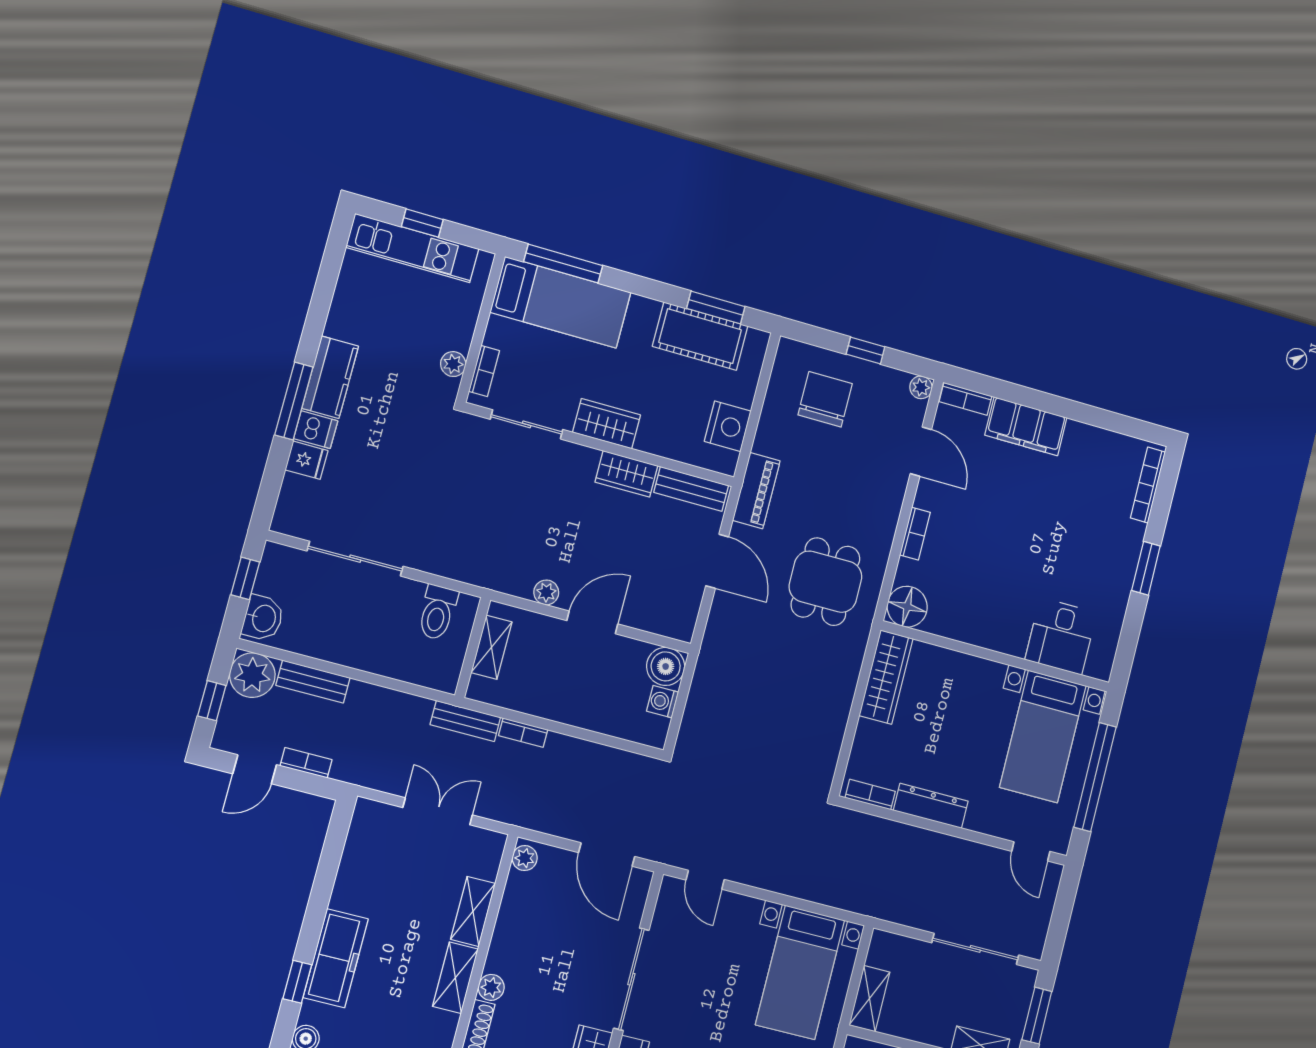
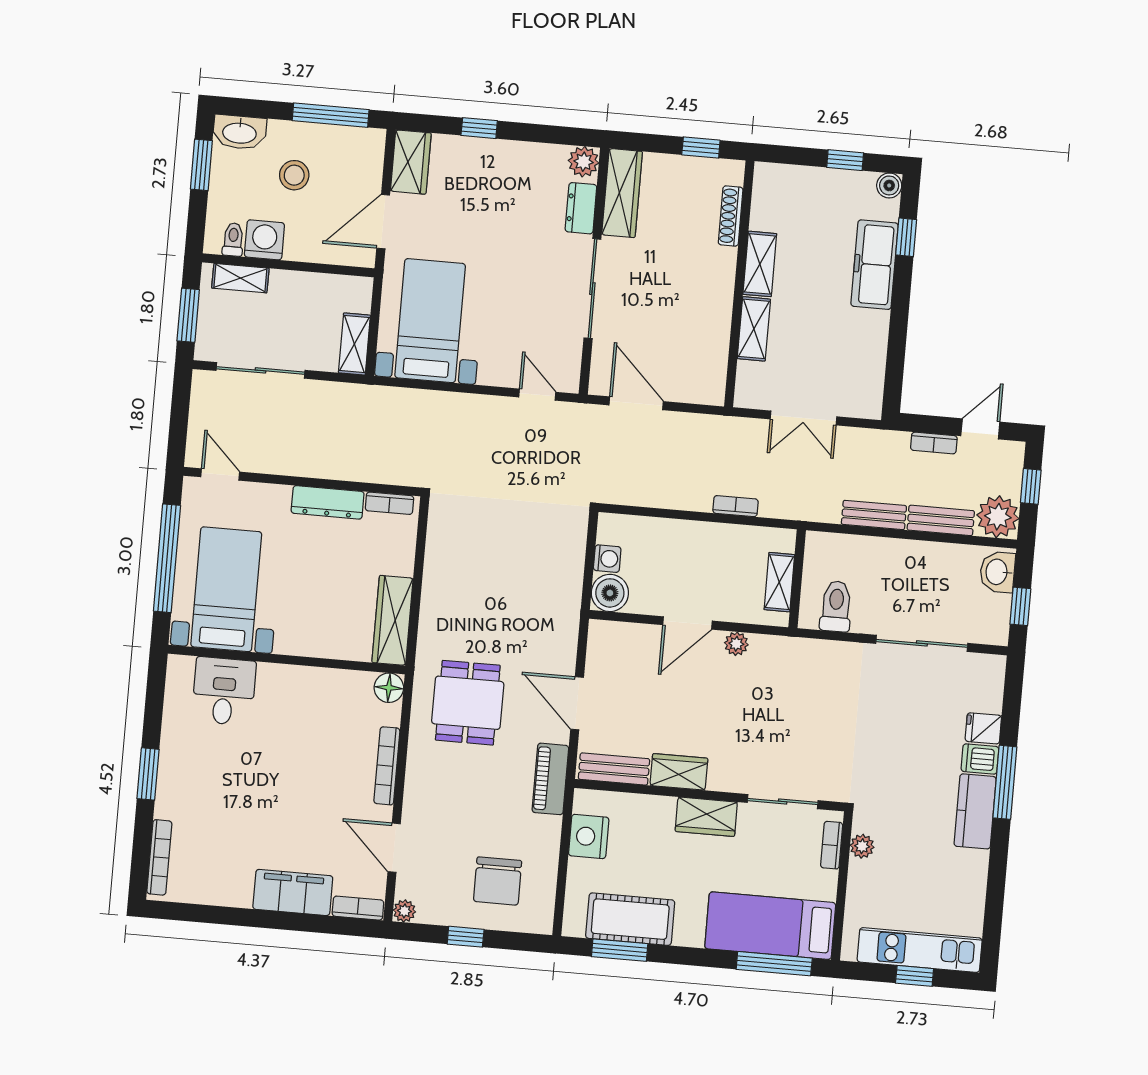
bookcase: (915, 534) -> (387, 766), width x1.56
floor lamp: (907, 607) -> (389, 688), width x0.73, depth x0.73
bench: (465, 721) -> (874, 515), moved
plant: (525, 858) -> (714, 387), removed
plant: (491, 987) -> (724, 260), removed
shelving: (869, 999) -> (354, 344), moved

